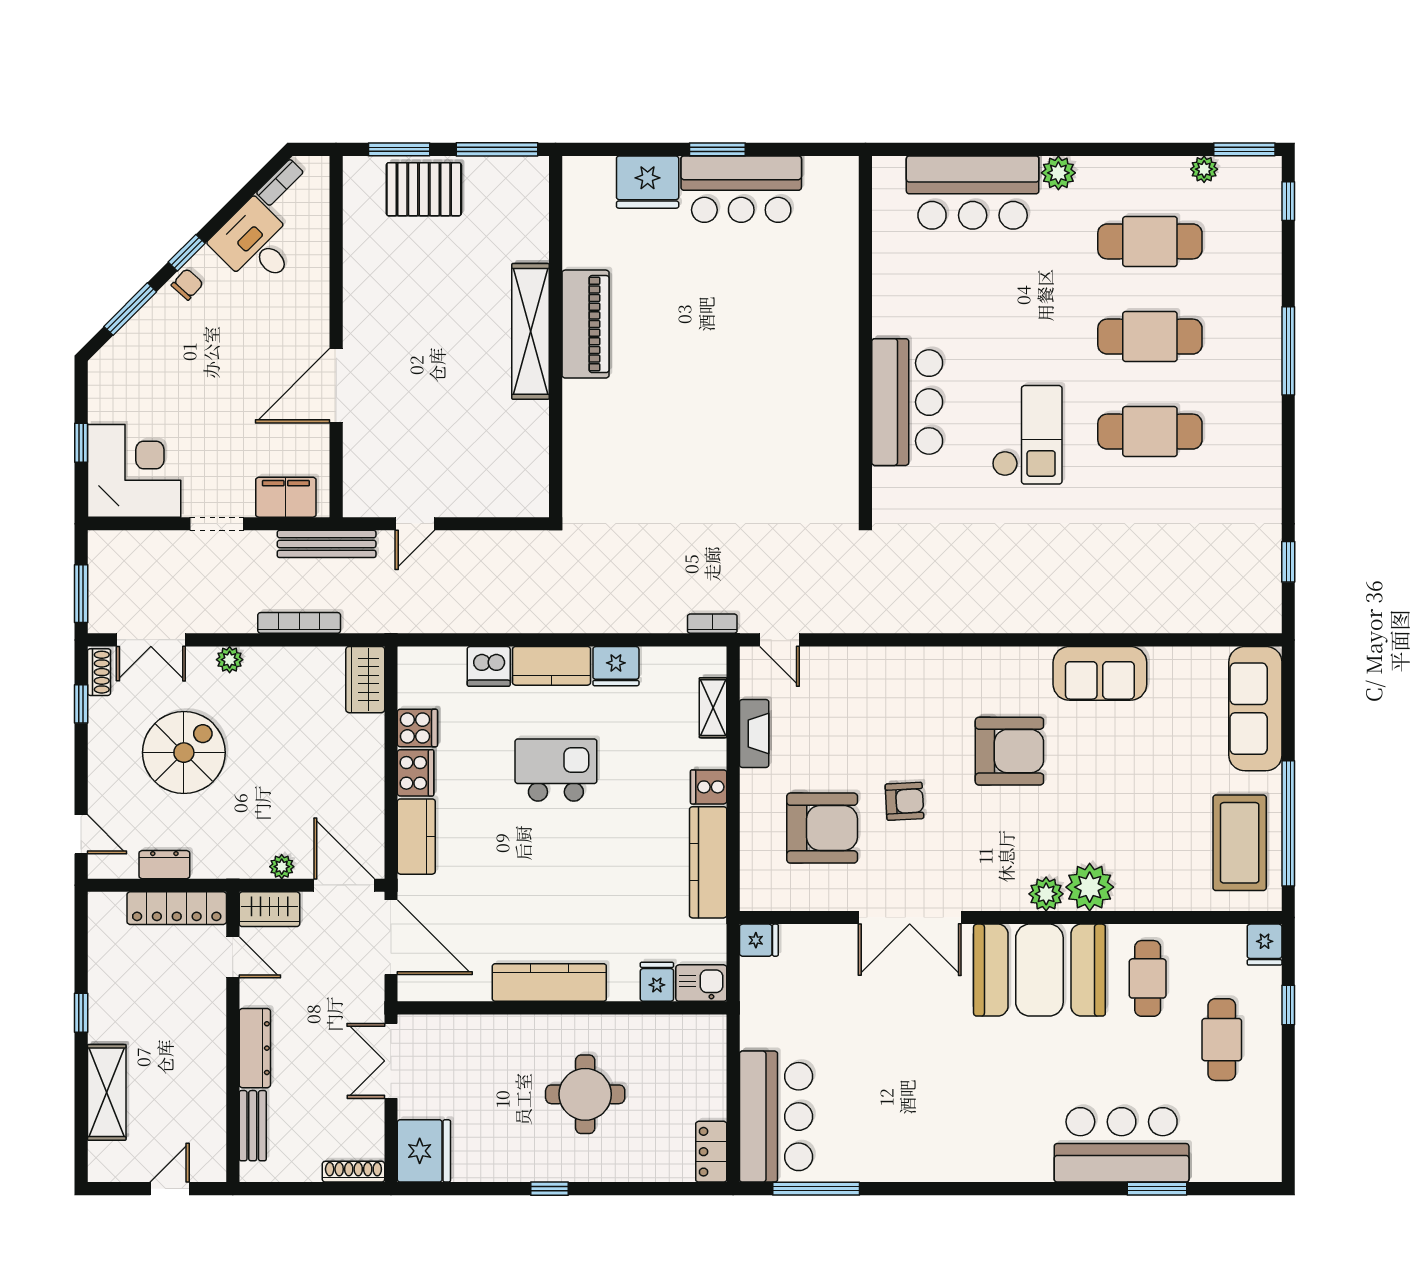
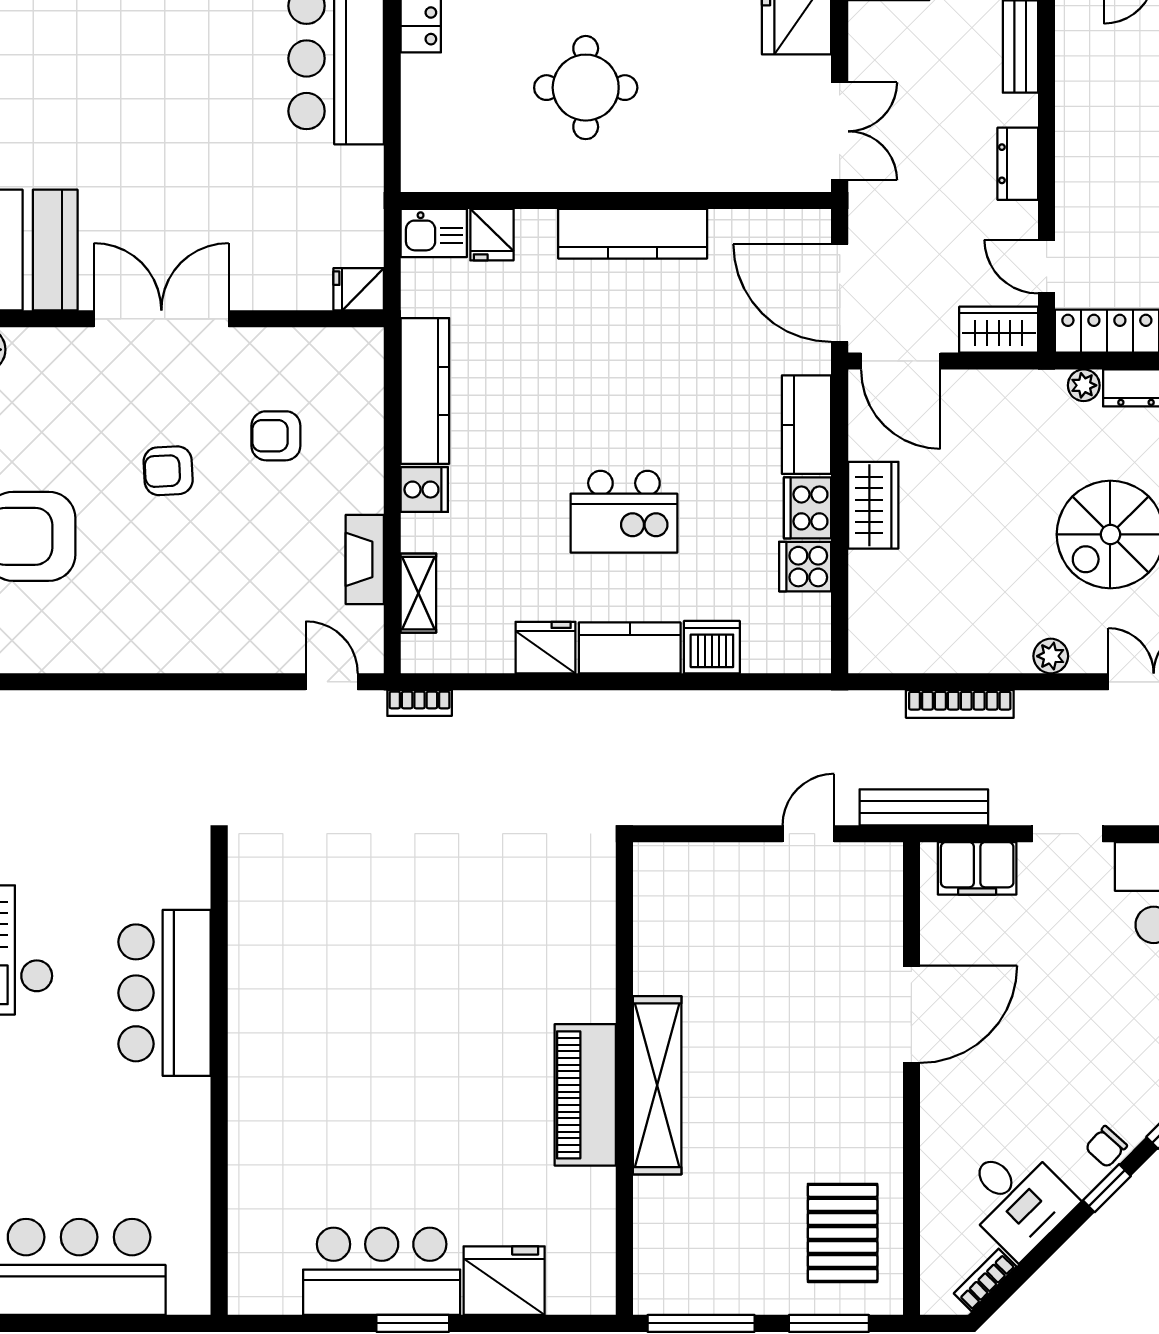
pallet: (424, 189) -> (843, 1233), moved, turned 90
wardrobe: (365, 680) -> (873, 505), moved
armchair: (822, 828) -> (276, 436), width x0.53, depth x0.53
plant: (282, 867) -> (1084, 385), moved
dresser: (255, 1048) -> (1018, 164), width x0.70

